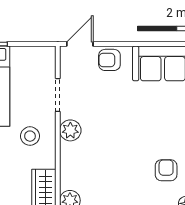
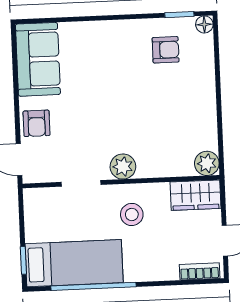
armchair: (166, 170) -> (166, 50), turned 180

